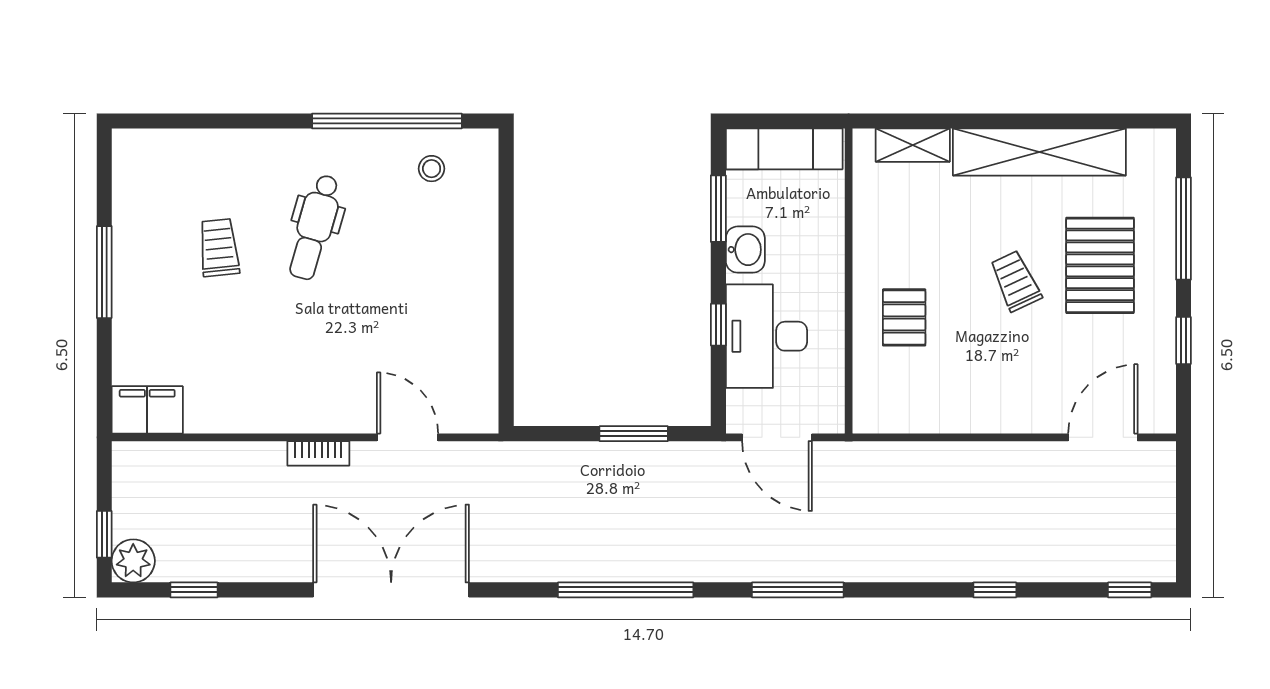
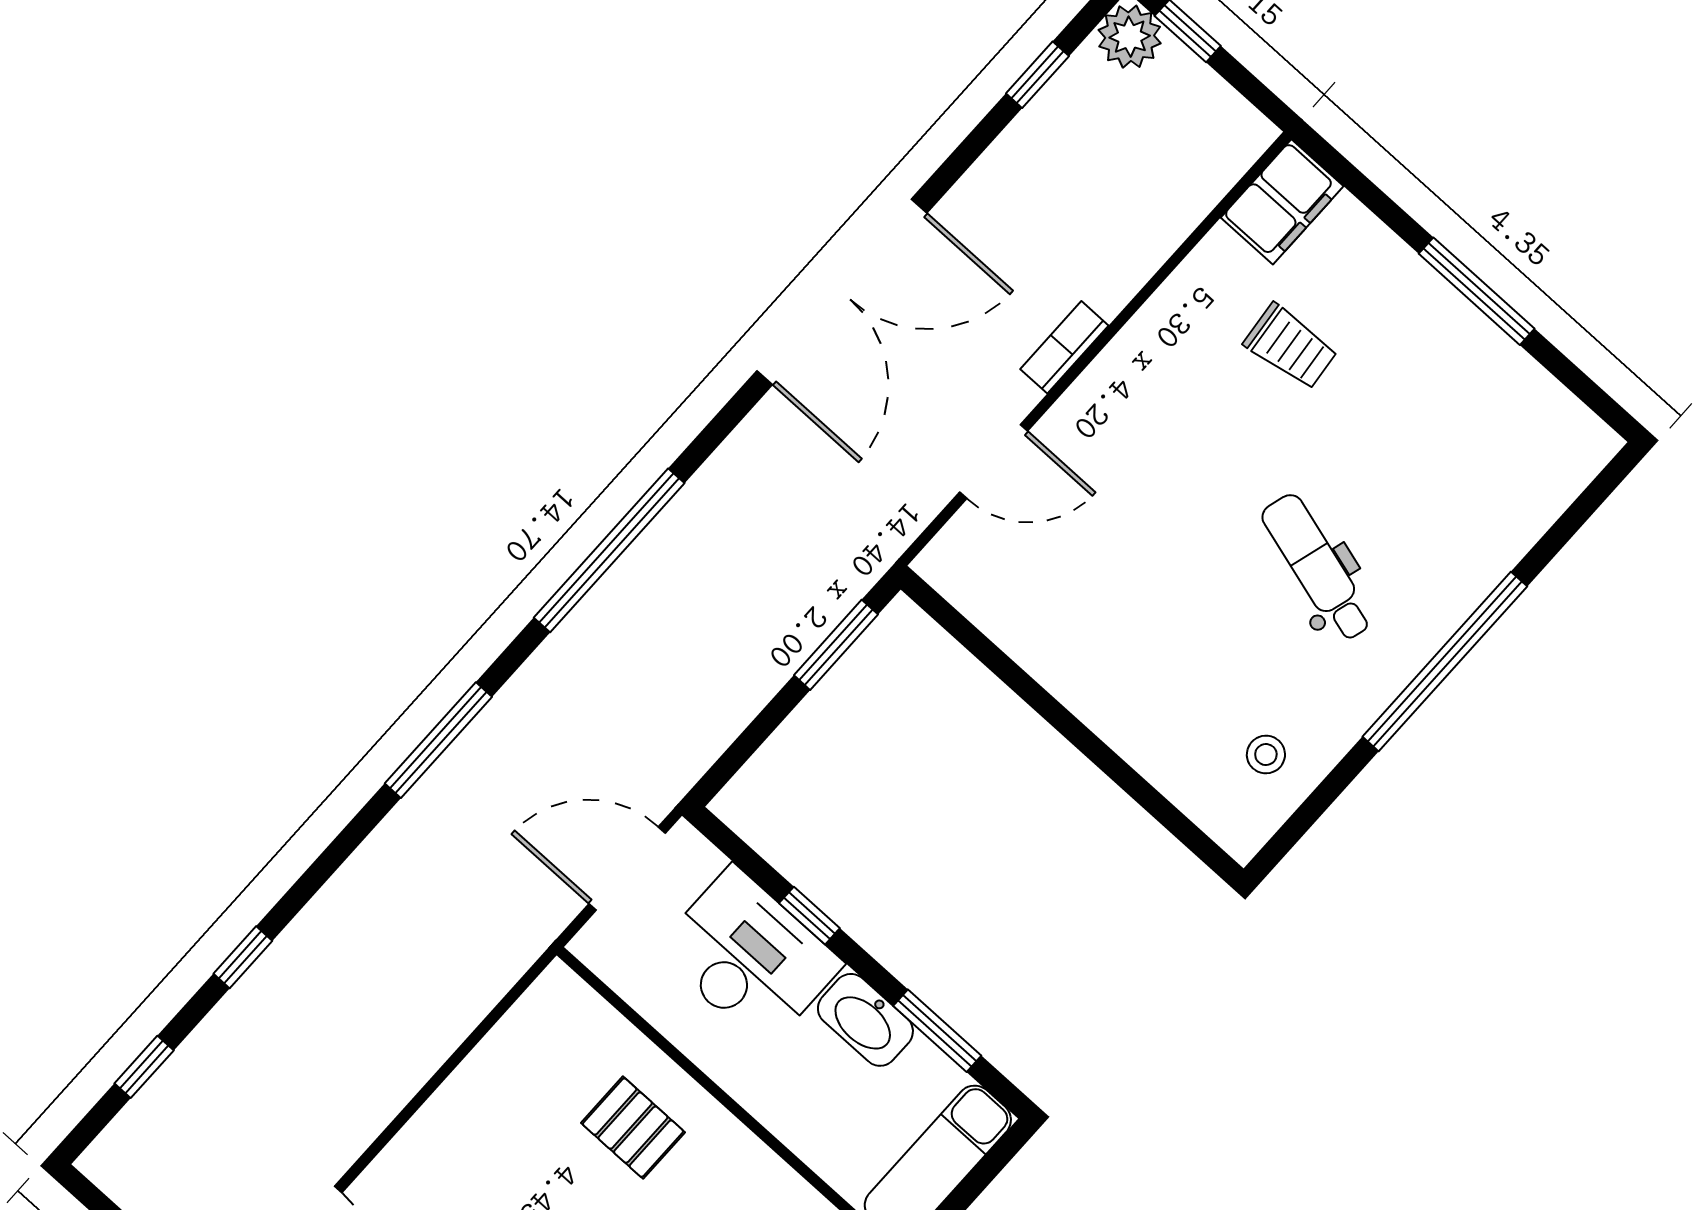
window: (387, 121) -> (1445, 661), moved
trolley: (219, 248) -> (1291, 347), moved
washbasin: (745, 250) -> (865, 1020), width x1.38
window: (634, 434) -> (836, 645), moved
window: (1130, 590) -> (144, 1067), moved

